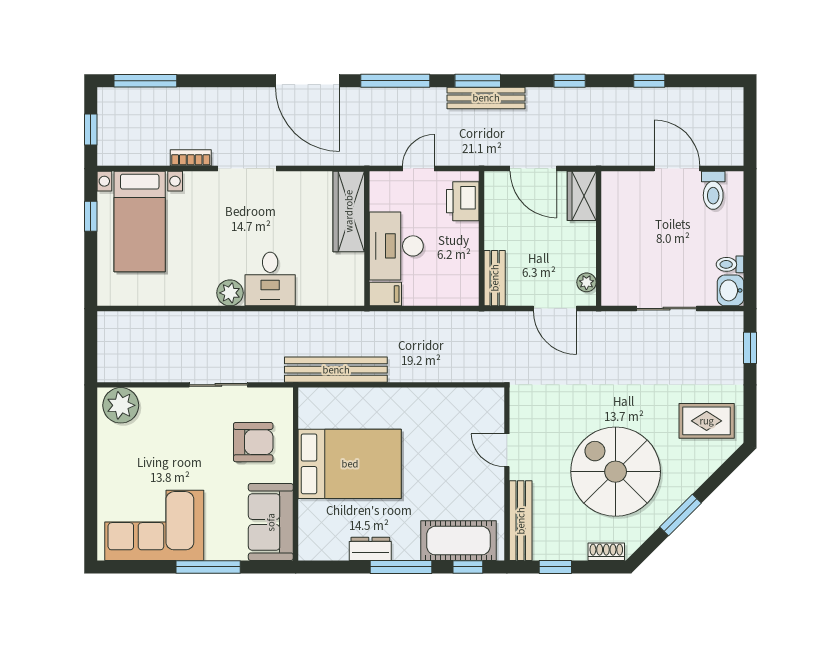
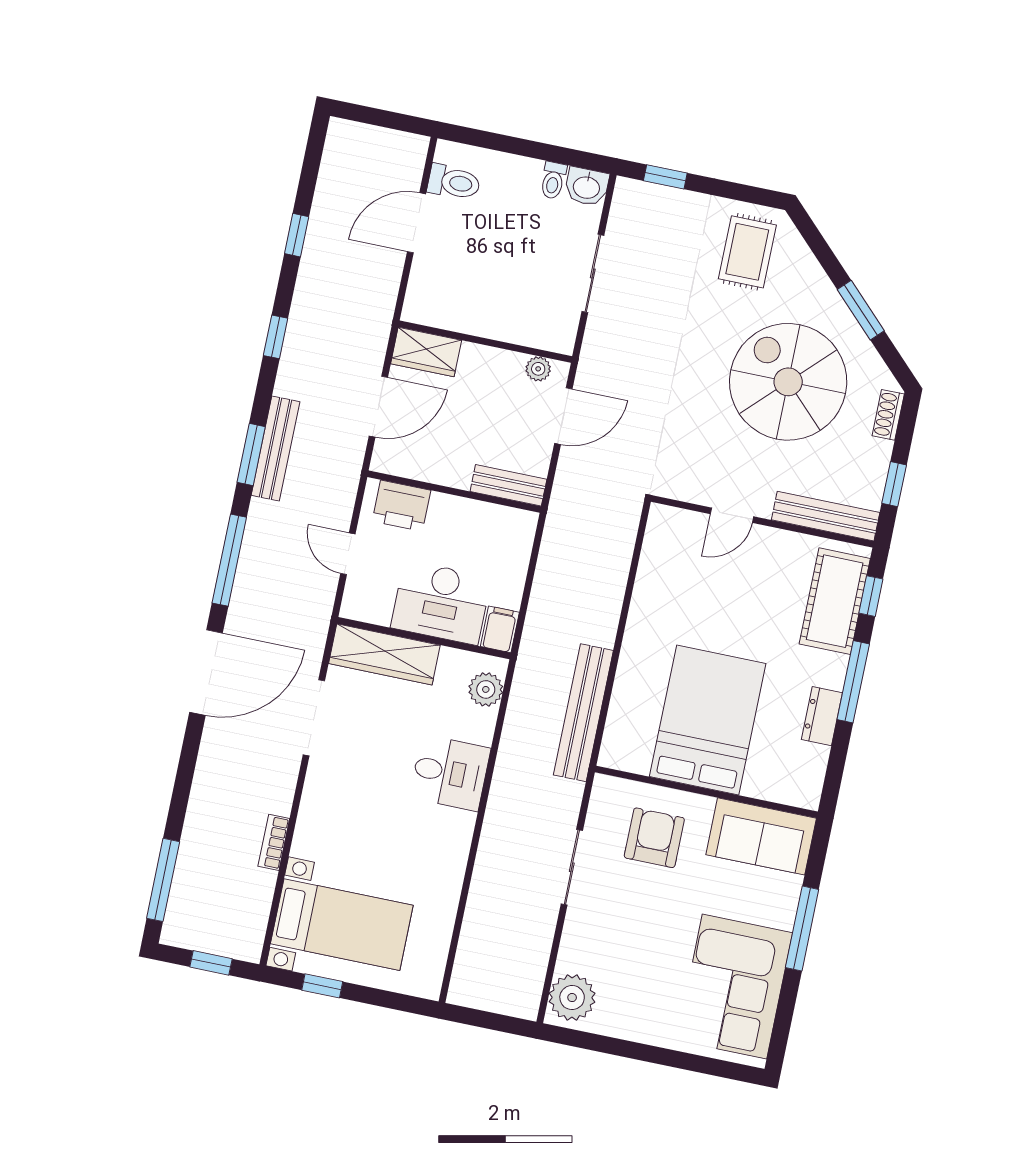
doorway: (247, 169) -> (314, 718), moved
plant: (230, 293) -> (486, 689), moved
spiral stairs: (616, 472) -> (788, 382), turned 90

